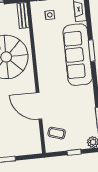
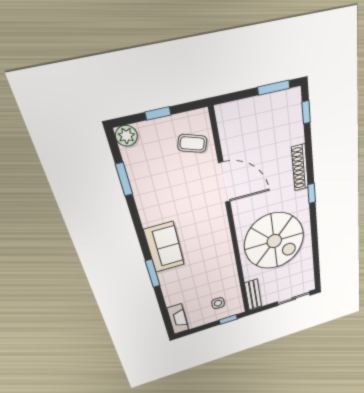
sofa: (78, 55) -> (164, 247), width x0.54, depth x0.79

